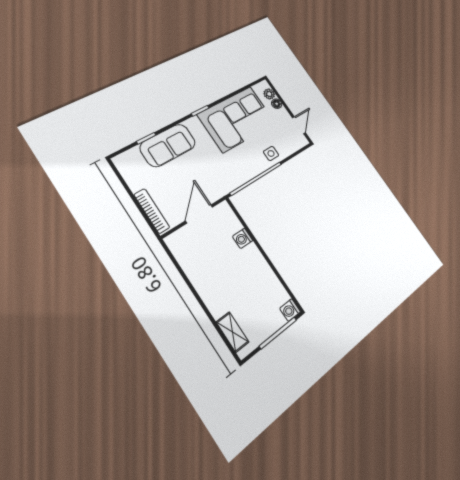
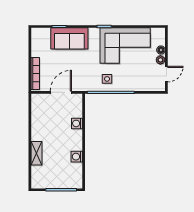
plant: (269, 94) -> (160, 60), moved
side table: (271, 153) -> (107, 79), moved
washing machine: (290, 310) -> (77, 157), moved
shelving: (233, 332) -> (36, 153), moved

